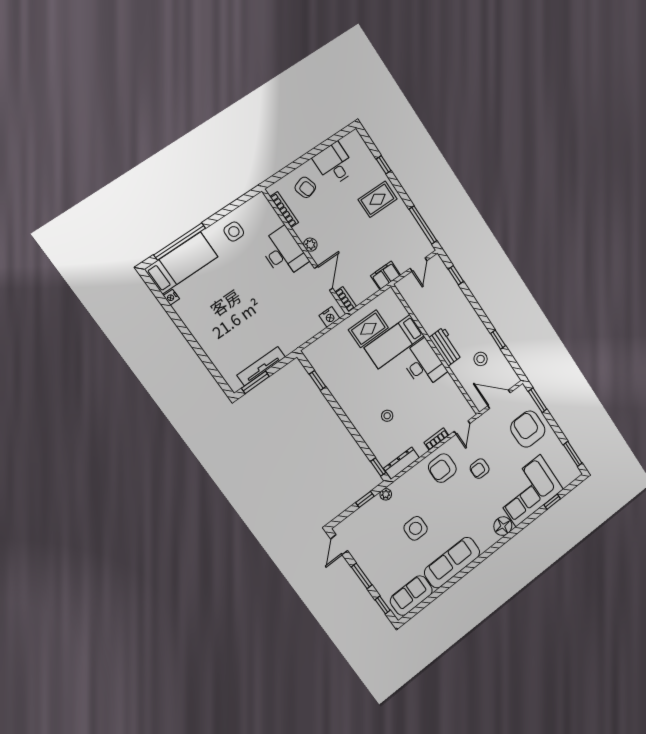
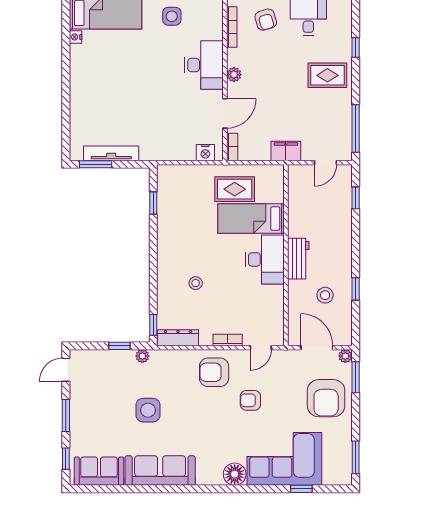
plant: (522, 391) -> (345, 356), added
armchair: (528, 429) -> (326, 398), turned 180

